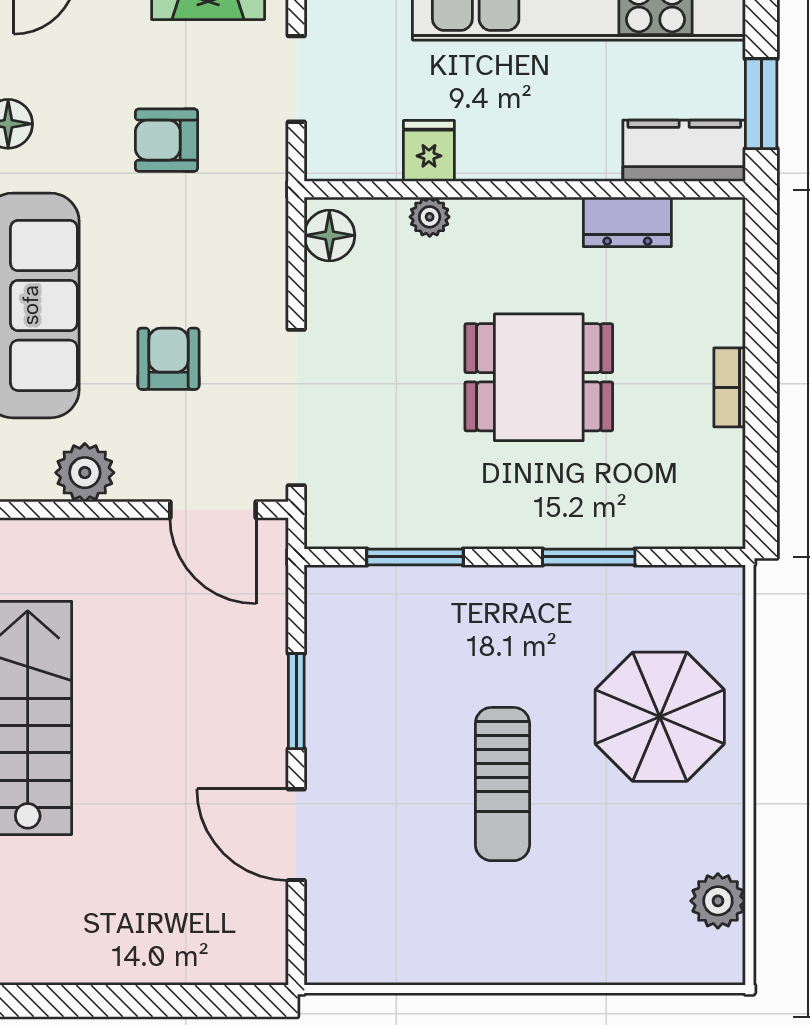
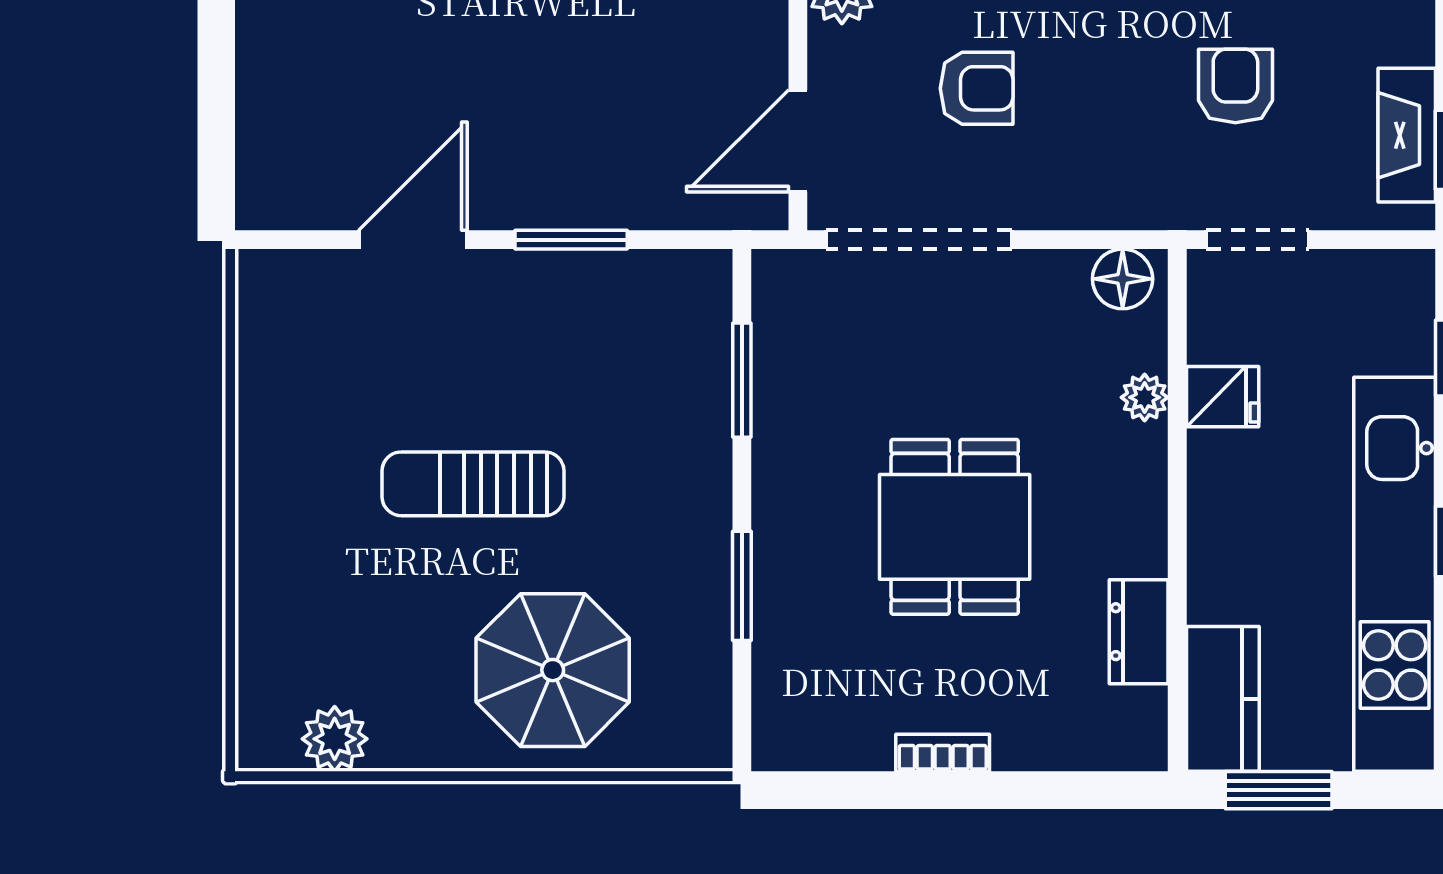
doorway: (296, 79) -> (1258, 240), moved

